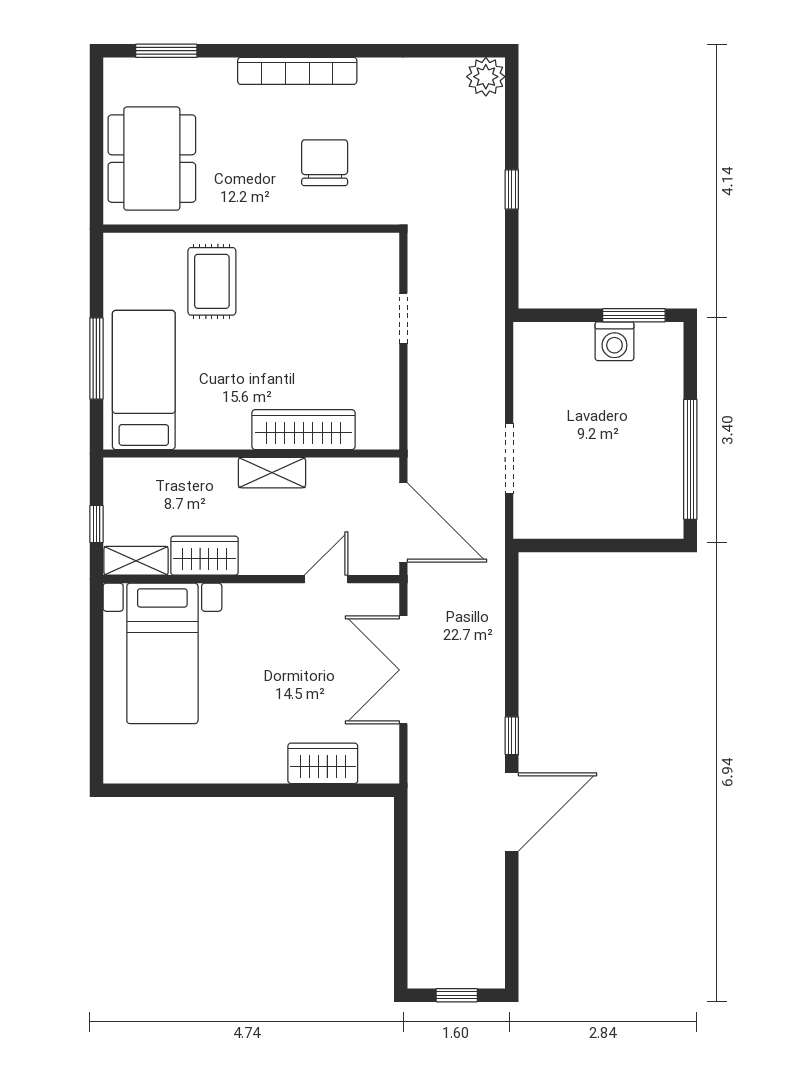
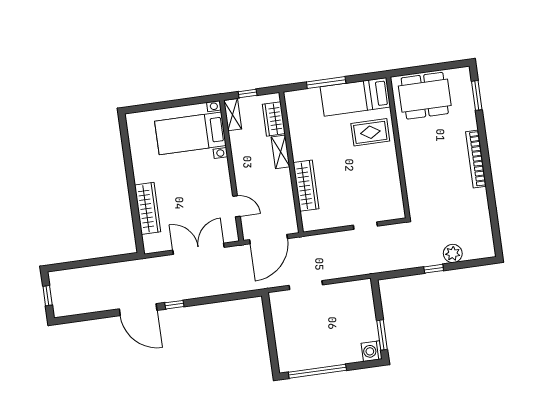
plant: (486, 77) -> (453, 253), moved
chair: (325, 163) -> (434, 178), removed
washing machine: (614, 341) -> (372, 351), moved
bed: (144, 380) -> (355, 97), moved, turned 180
shelving: (272, 473) -> (280, 152), moved
wardrobe: (205, 556) -> (274, 119), moved, turned 180
wardrobe: (323, 763) -> (148, 208), width x1.50

